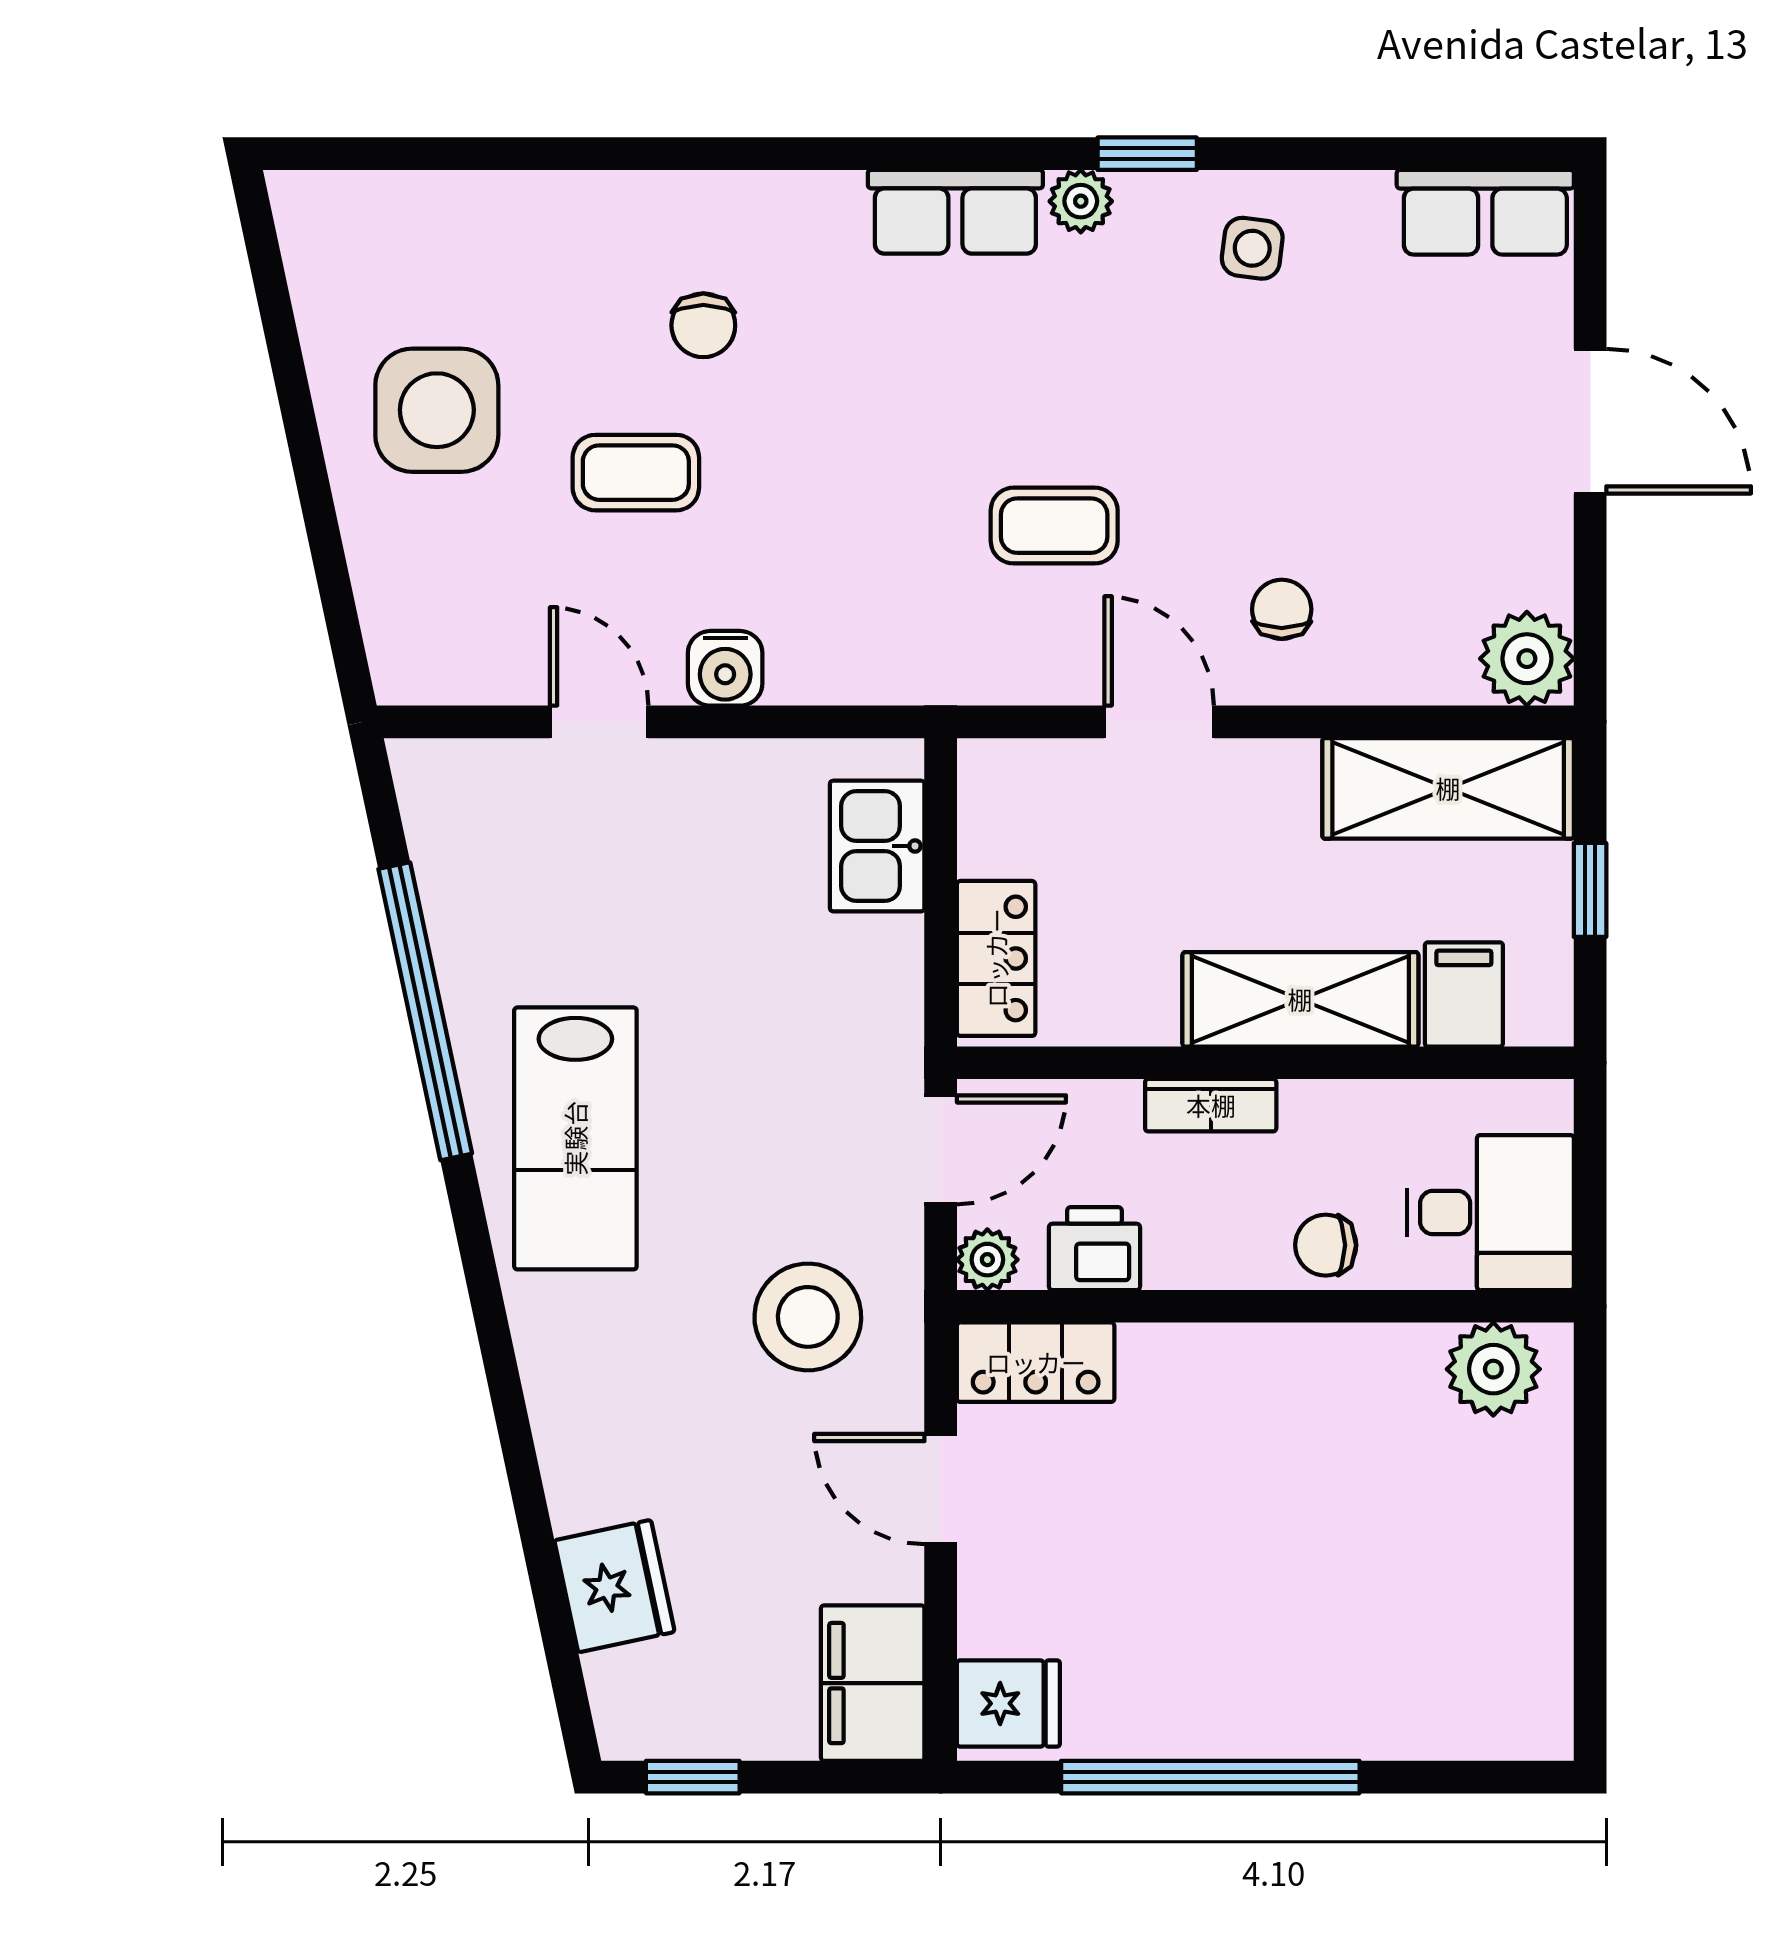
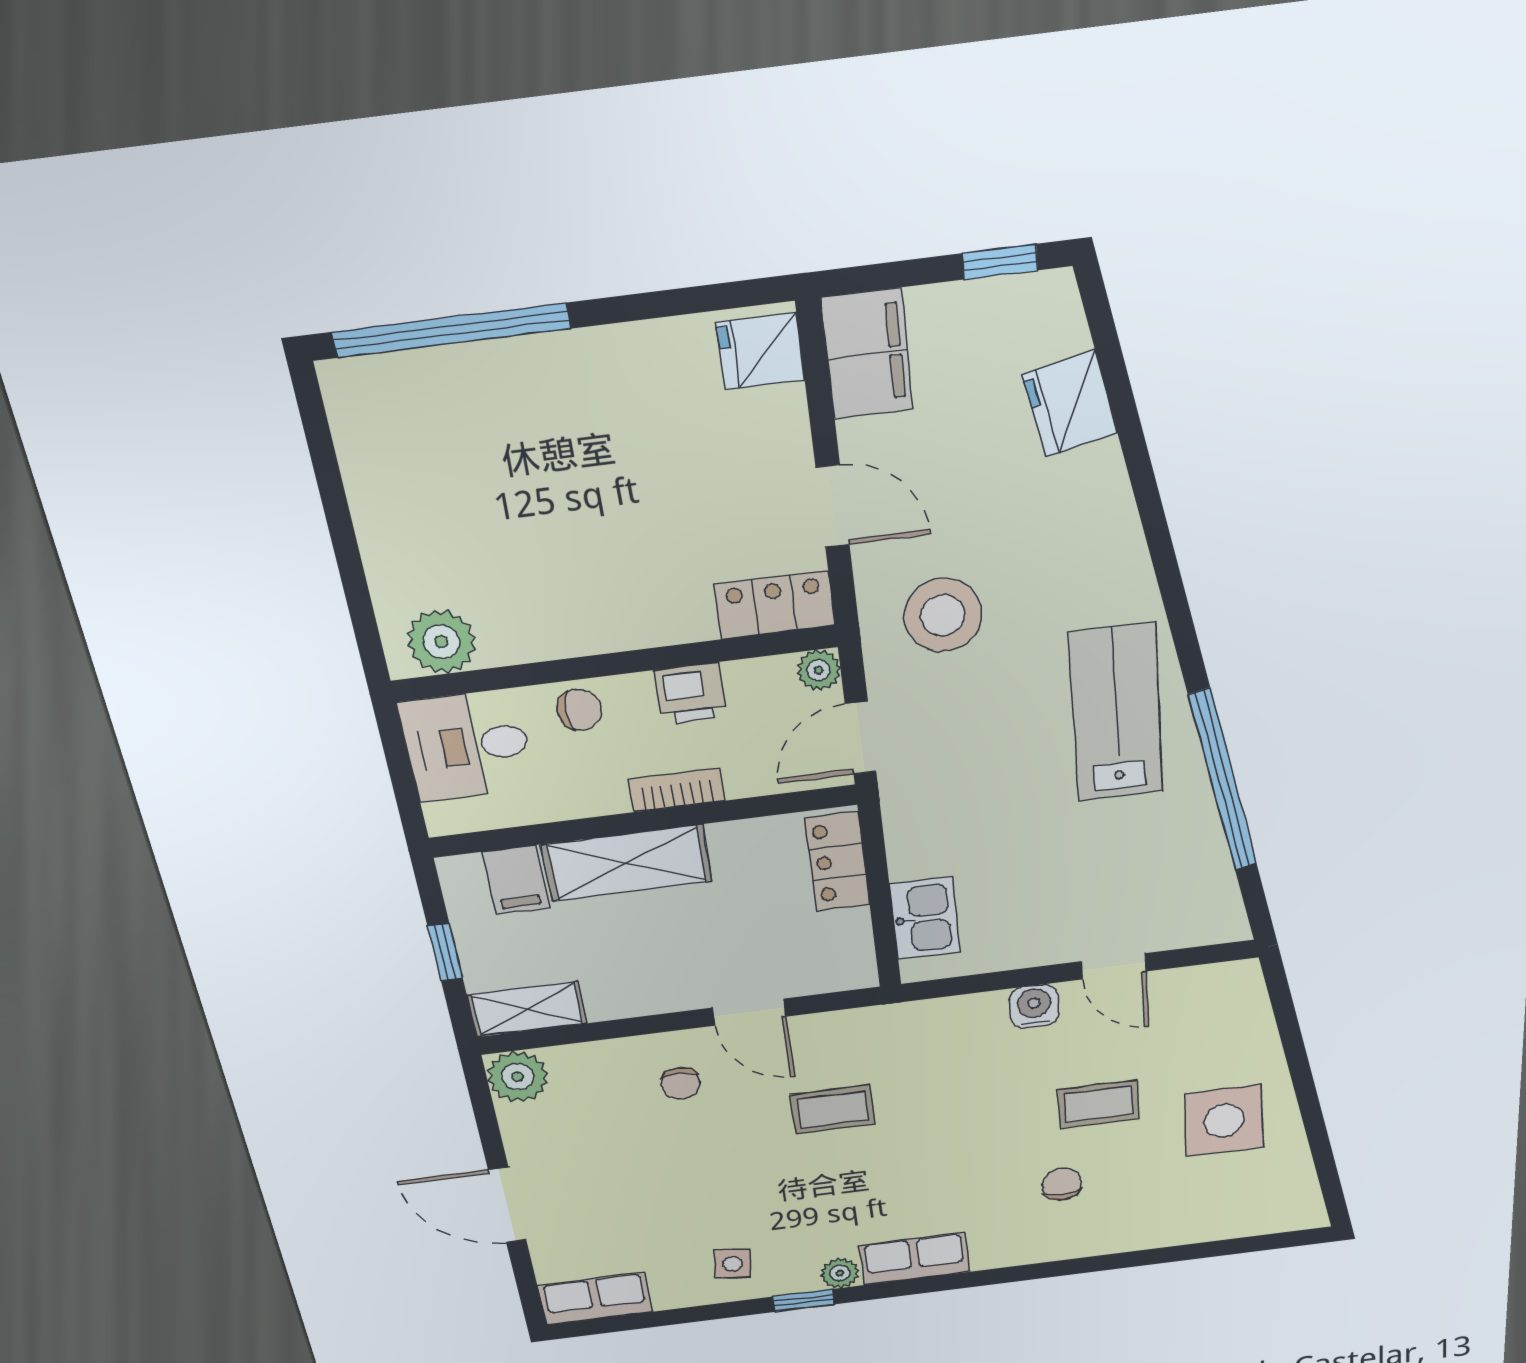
shelving: (1448, 788) -> (527, 1009), width x0.67, depth x0.75
printer: (1094, 1249) -> (691, 694), moved
window: (1210, 1777) -> (452, 330), moved

